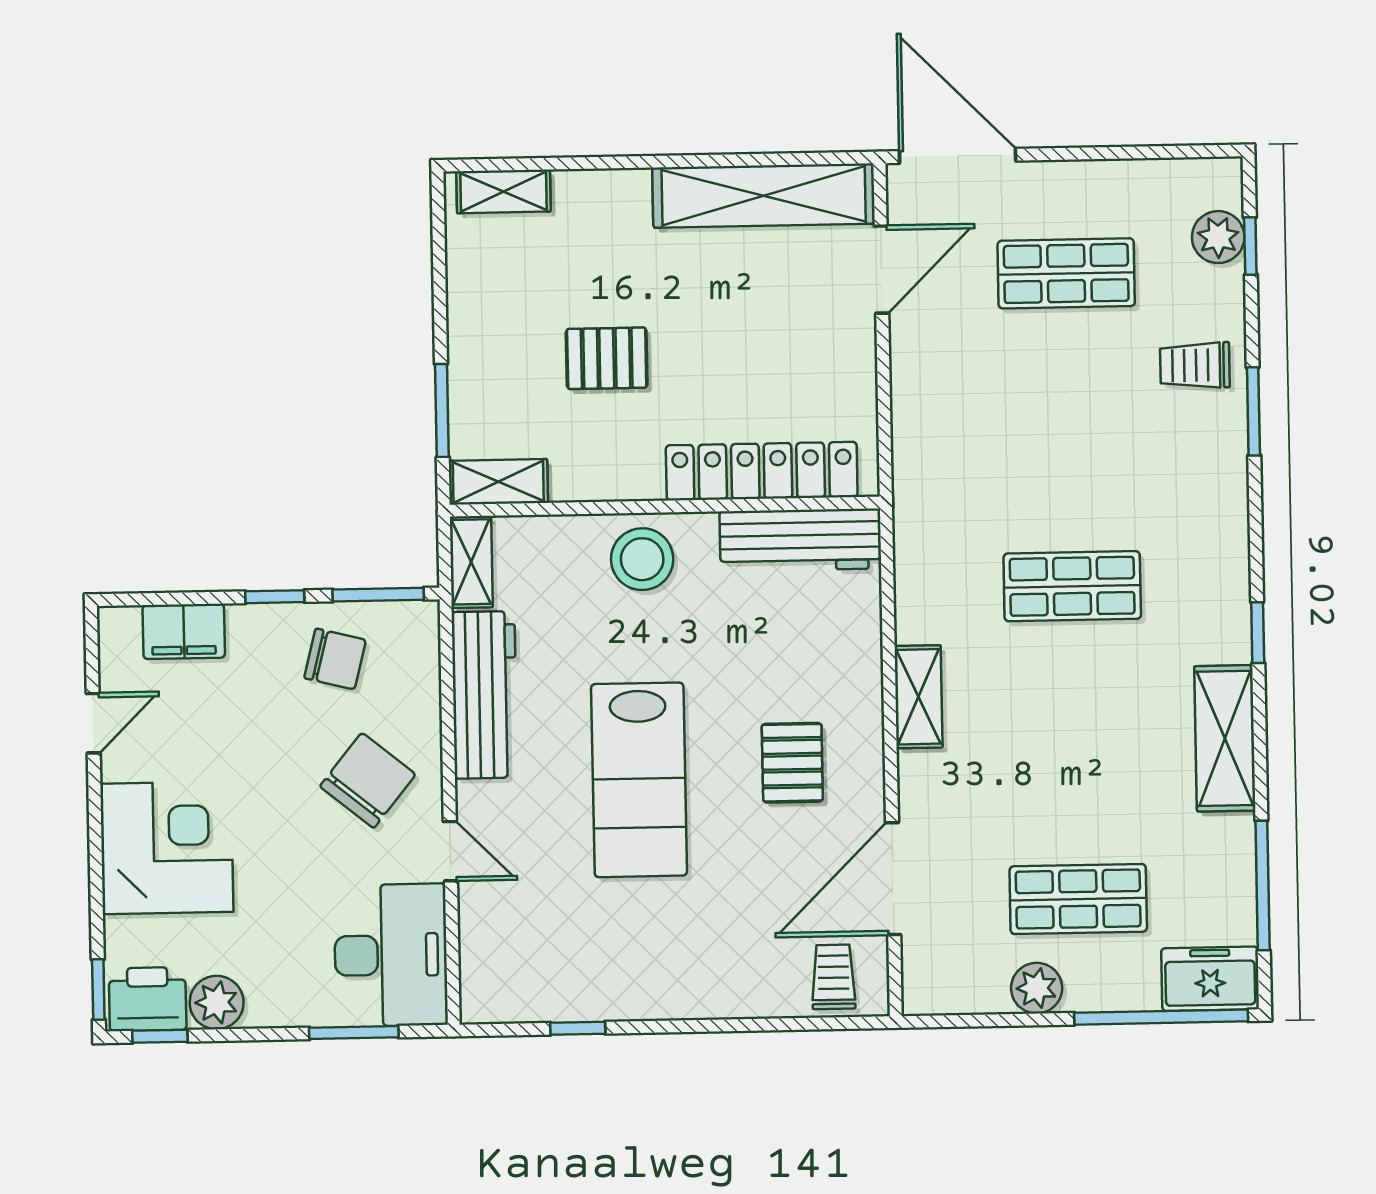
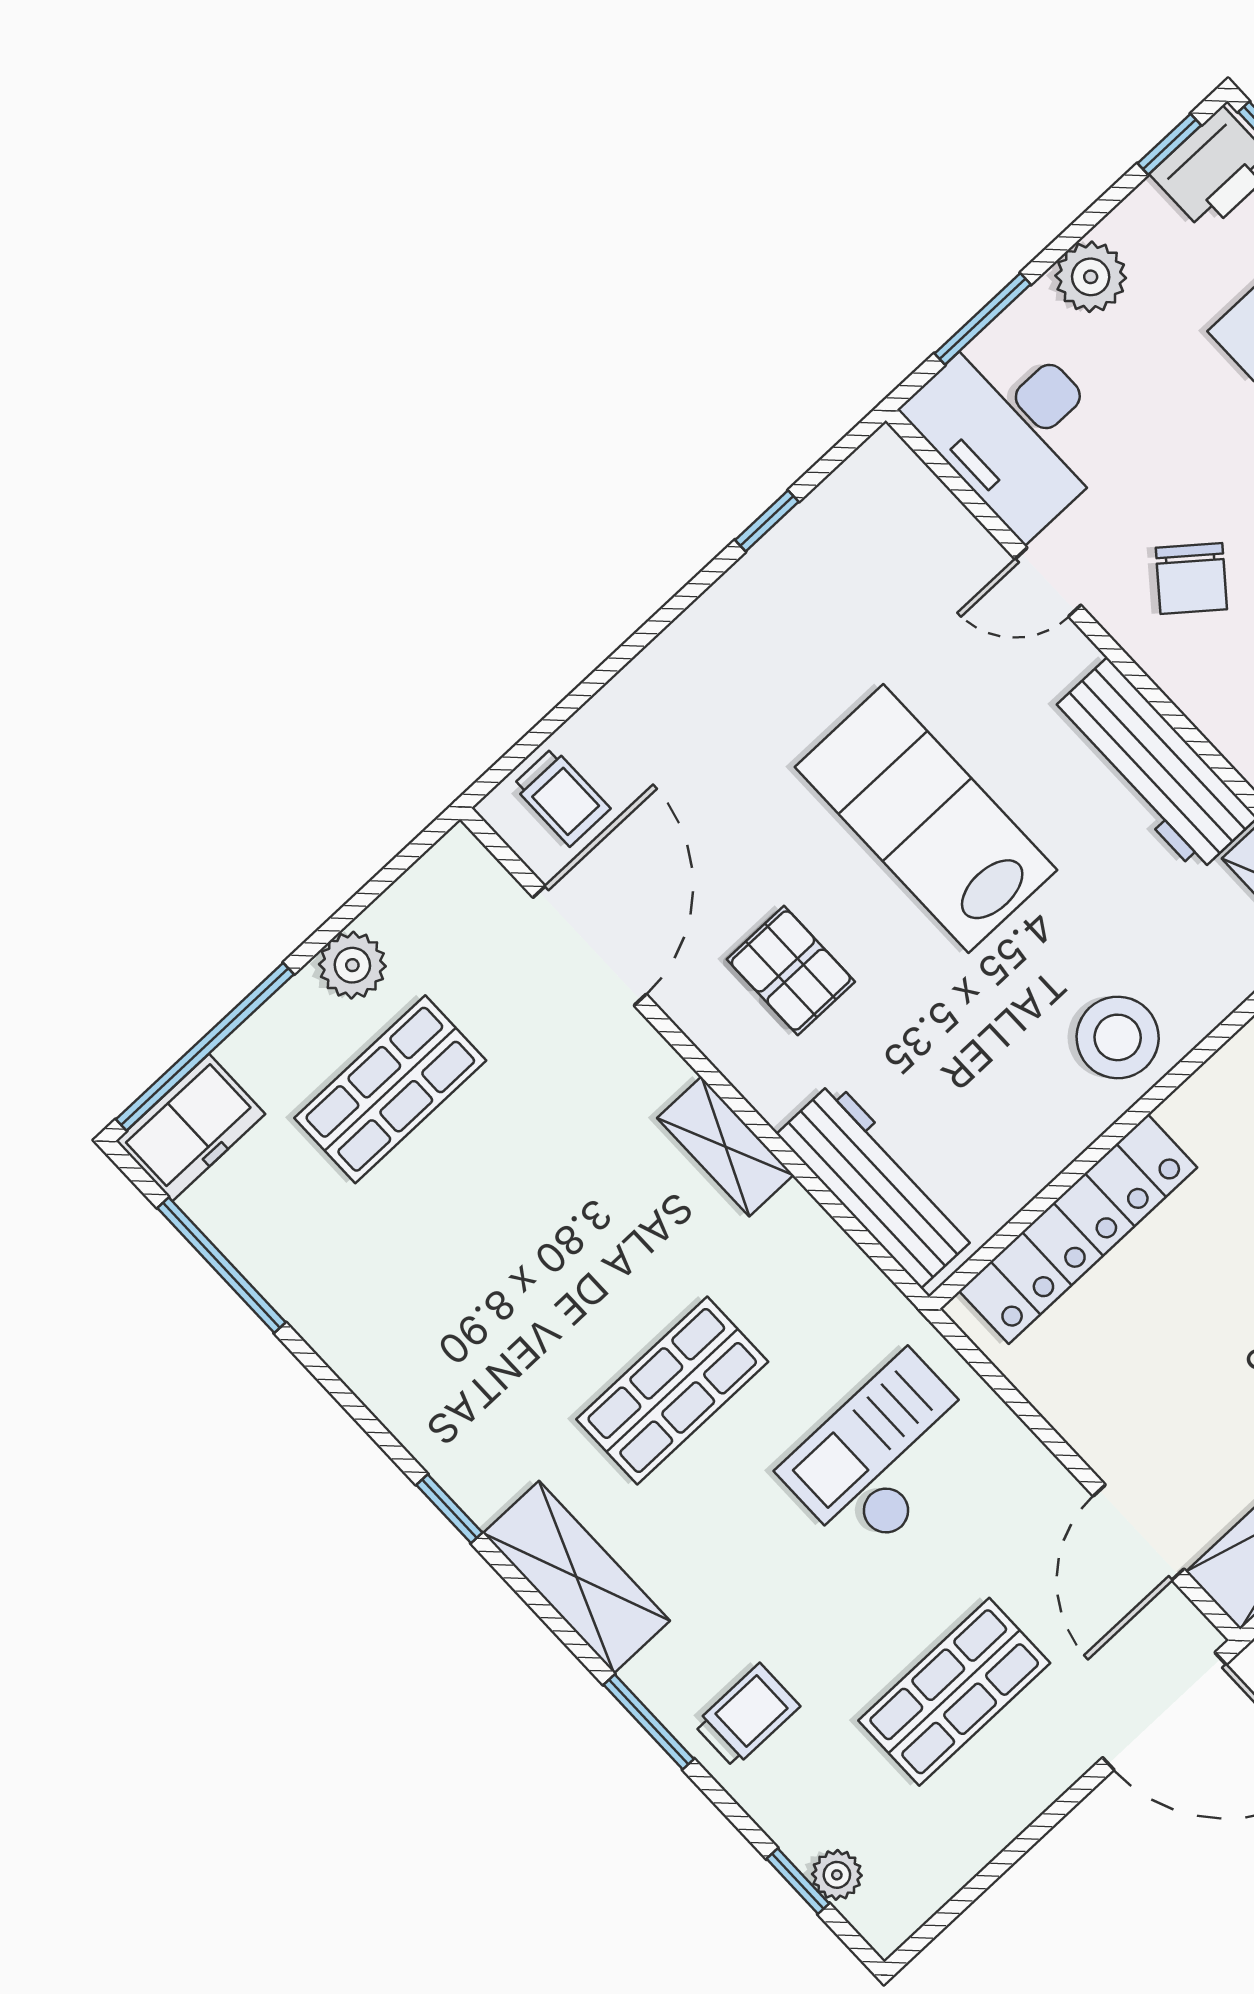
plant: (1218, 237) -> (837, 1875), width x0.73, depth x0.73
checkout: (985, 442) -> (885, 1455), added
workbench: (800, 540) -> (878, 1184), moved, turned 90
shelving: (1225, 738) -> (576, 1577), moved
chair: (368, 780) -> (1191, 578), width x0.73, depth x0.73
plant: (217, 1002) -> (1091, 277), moved

